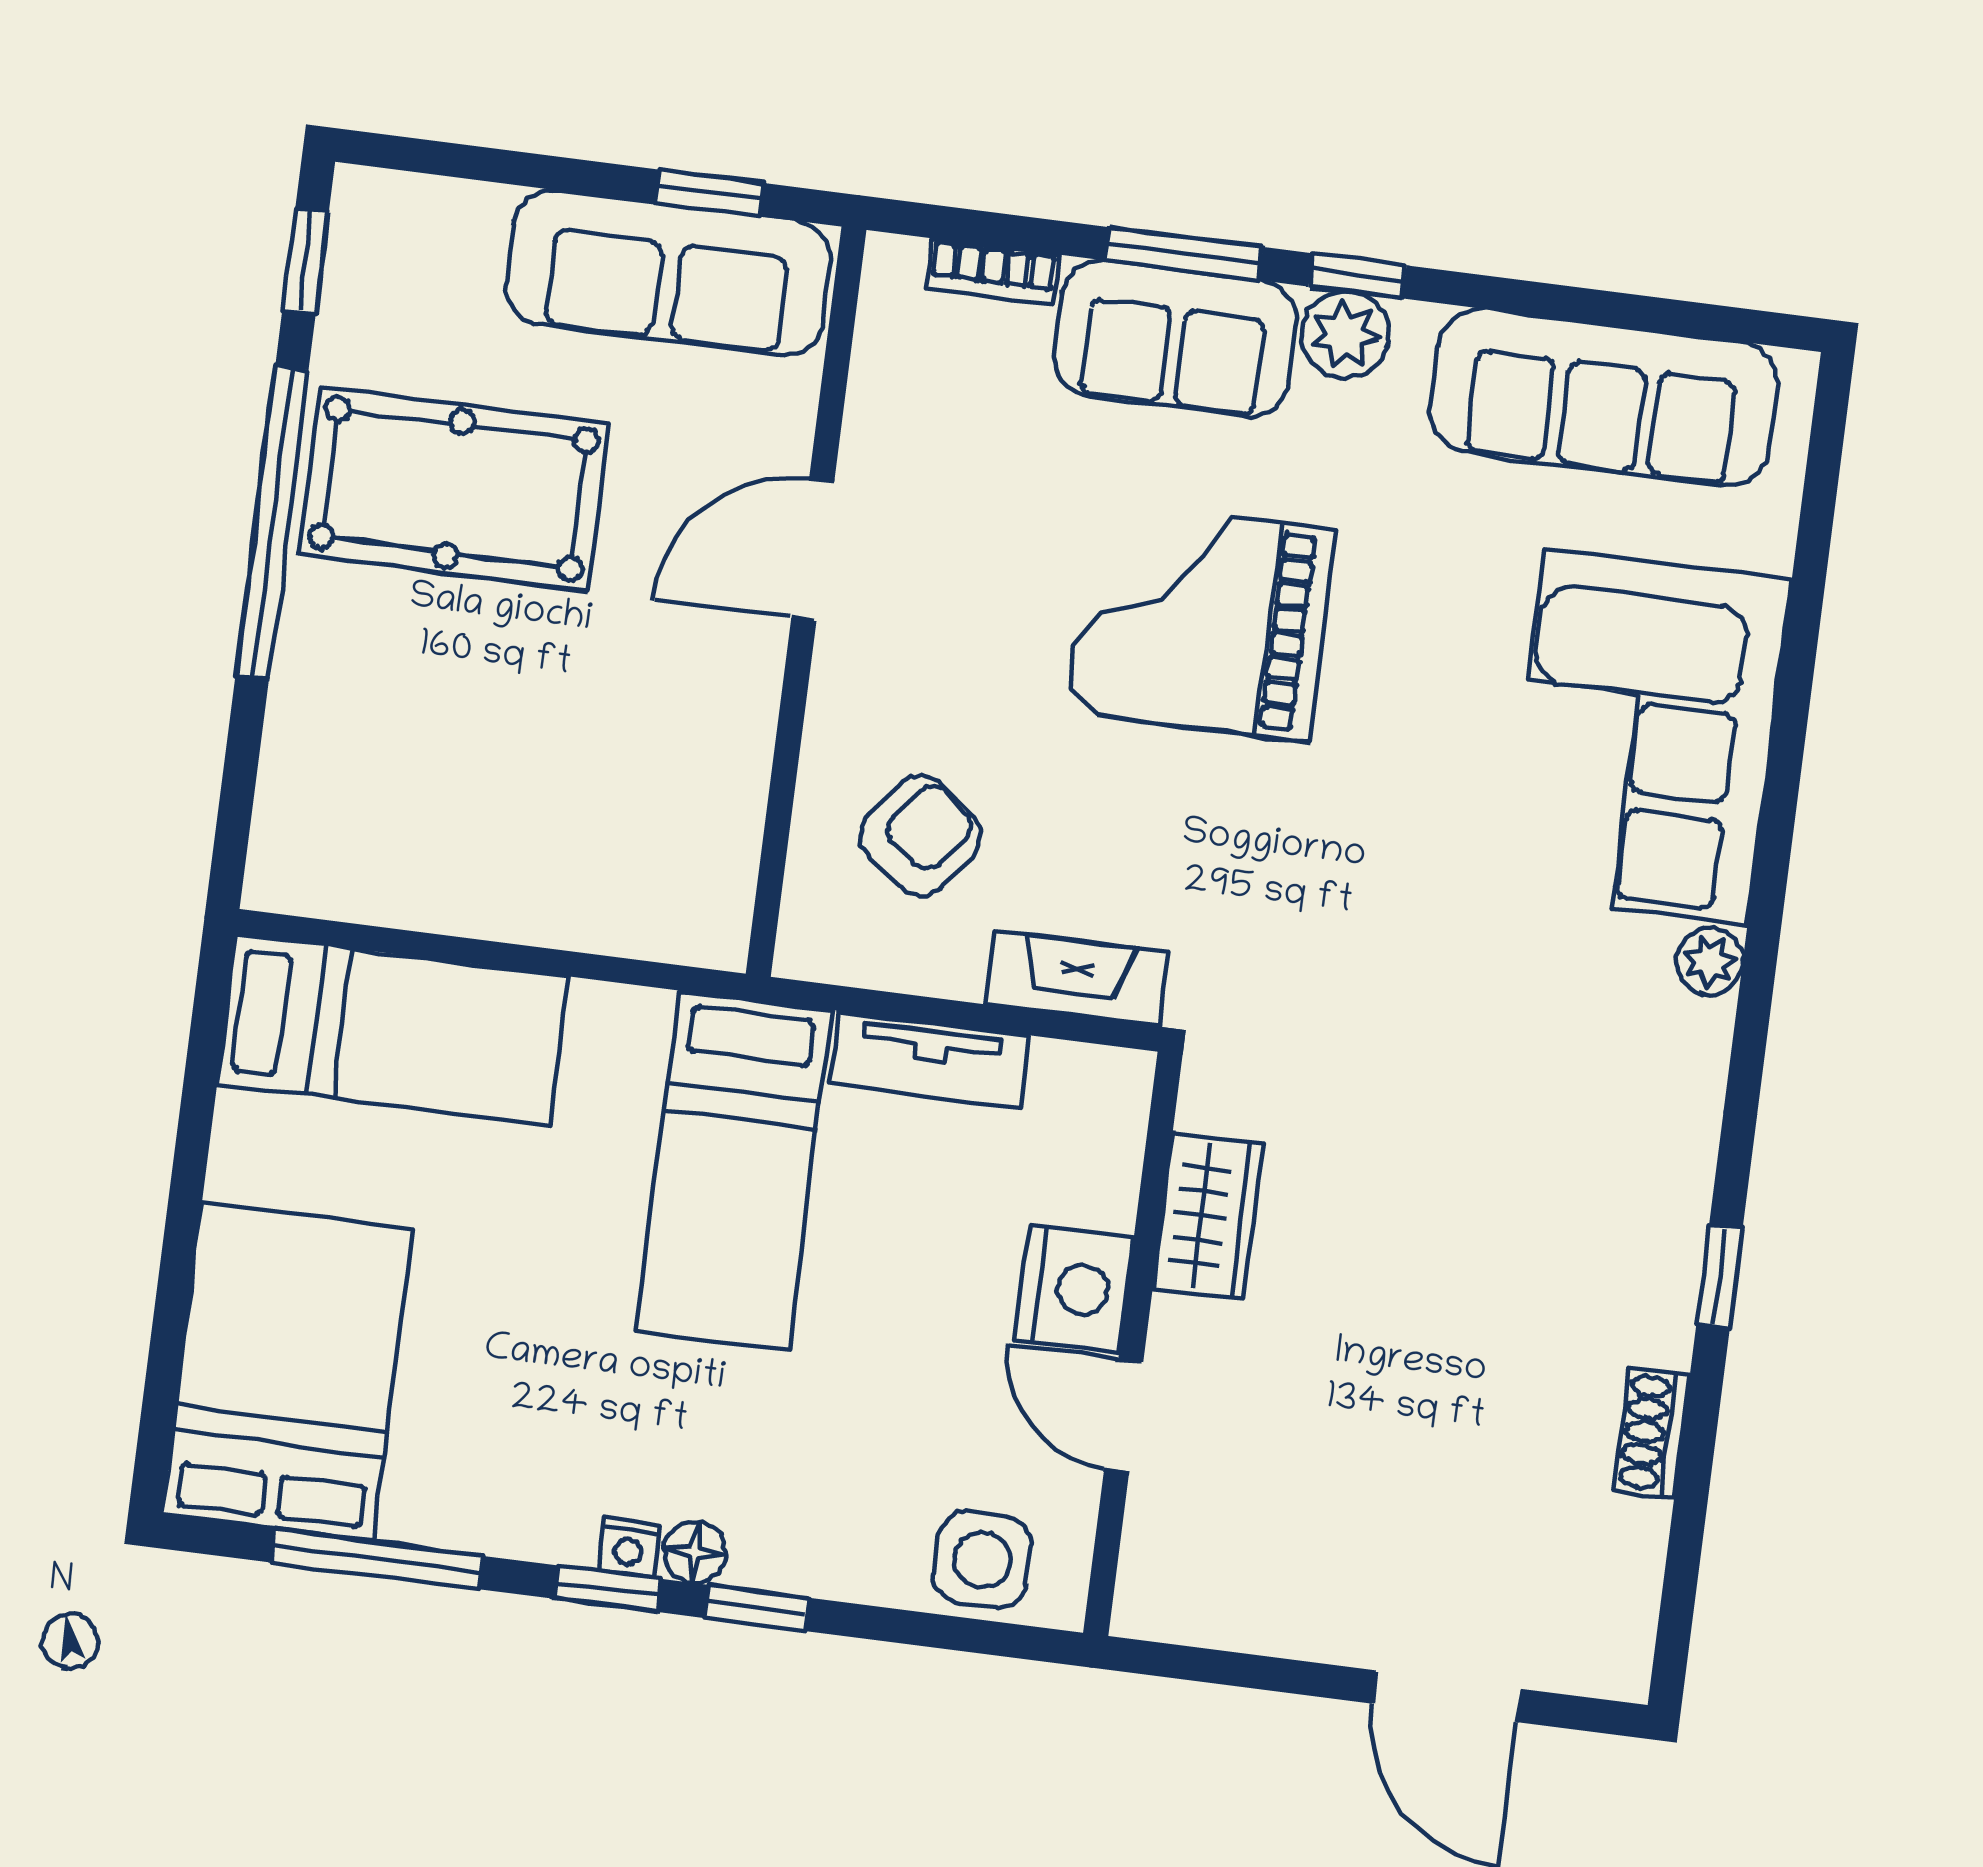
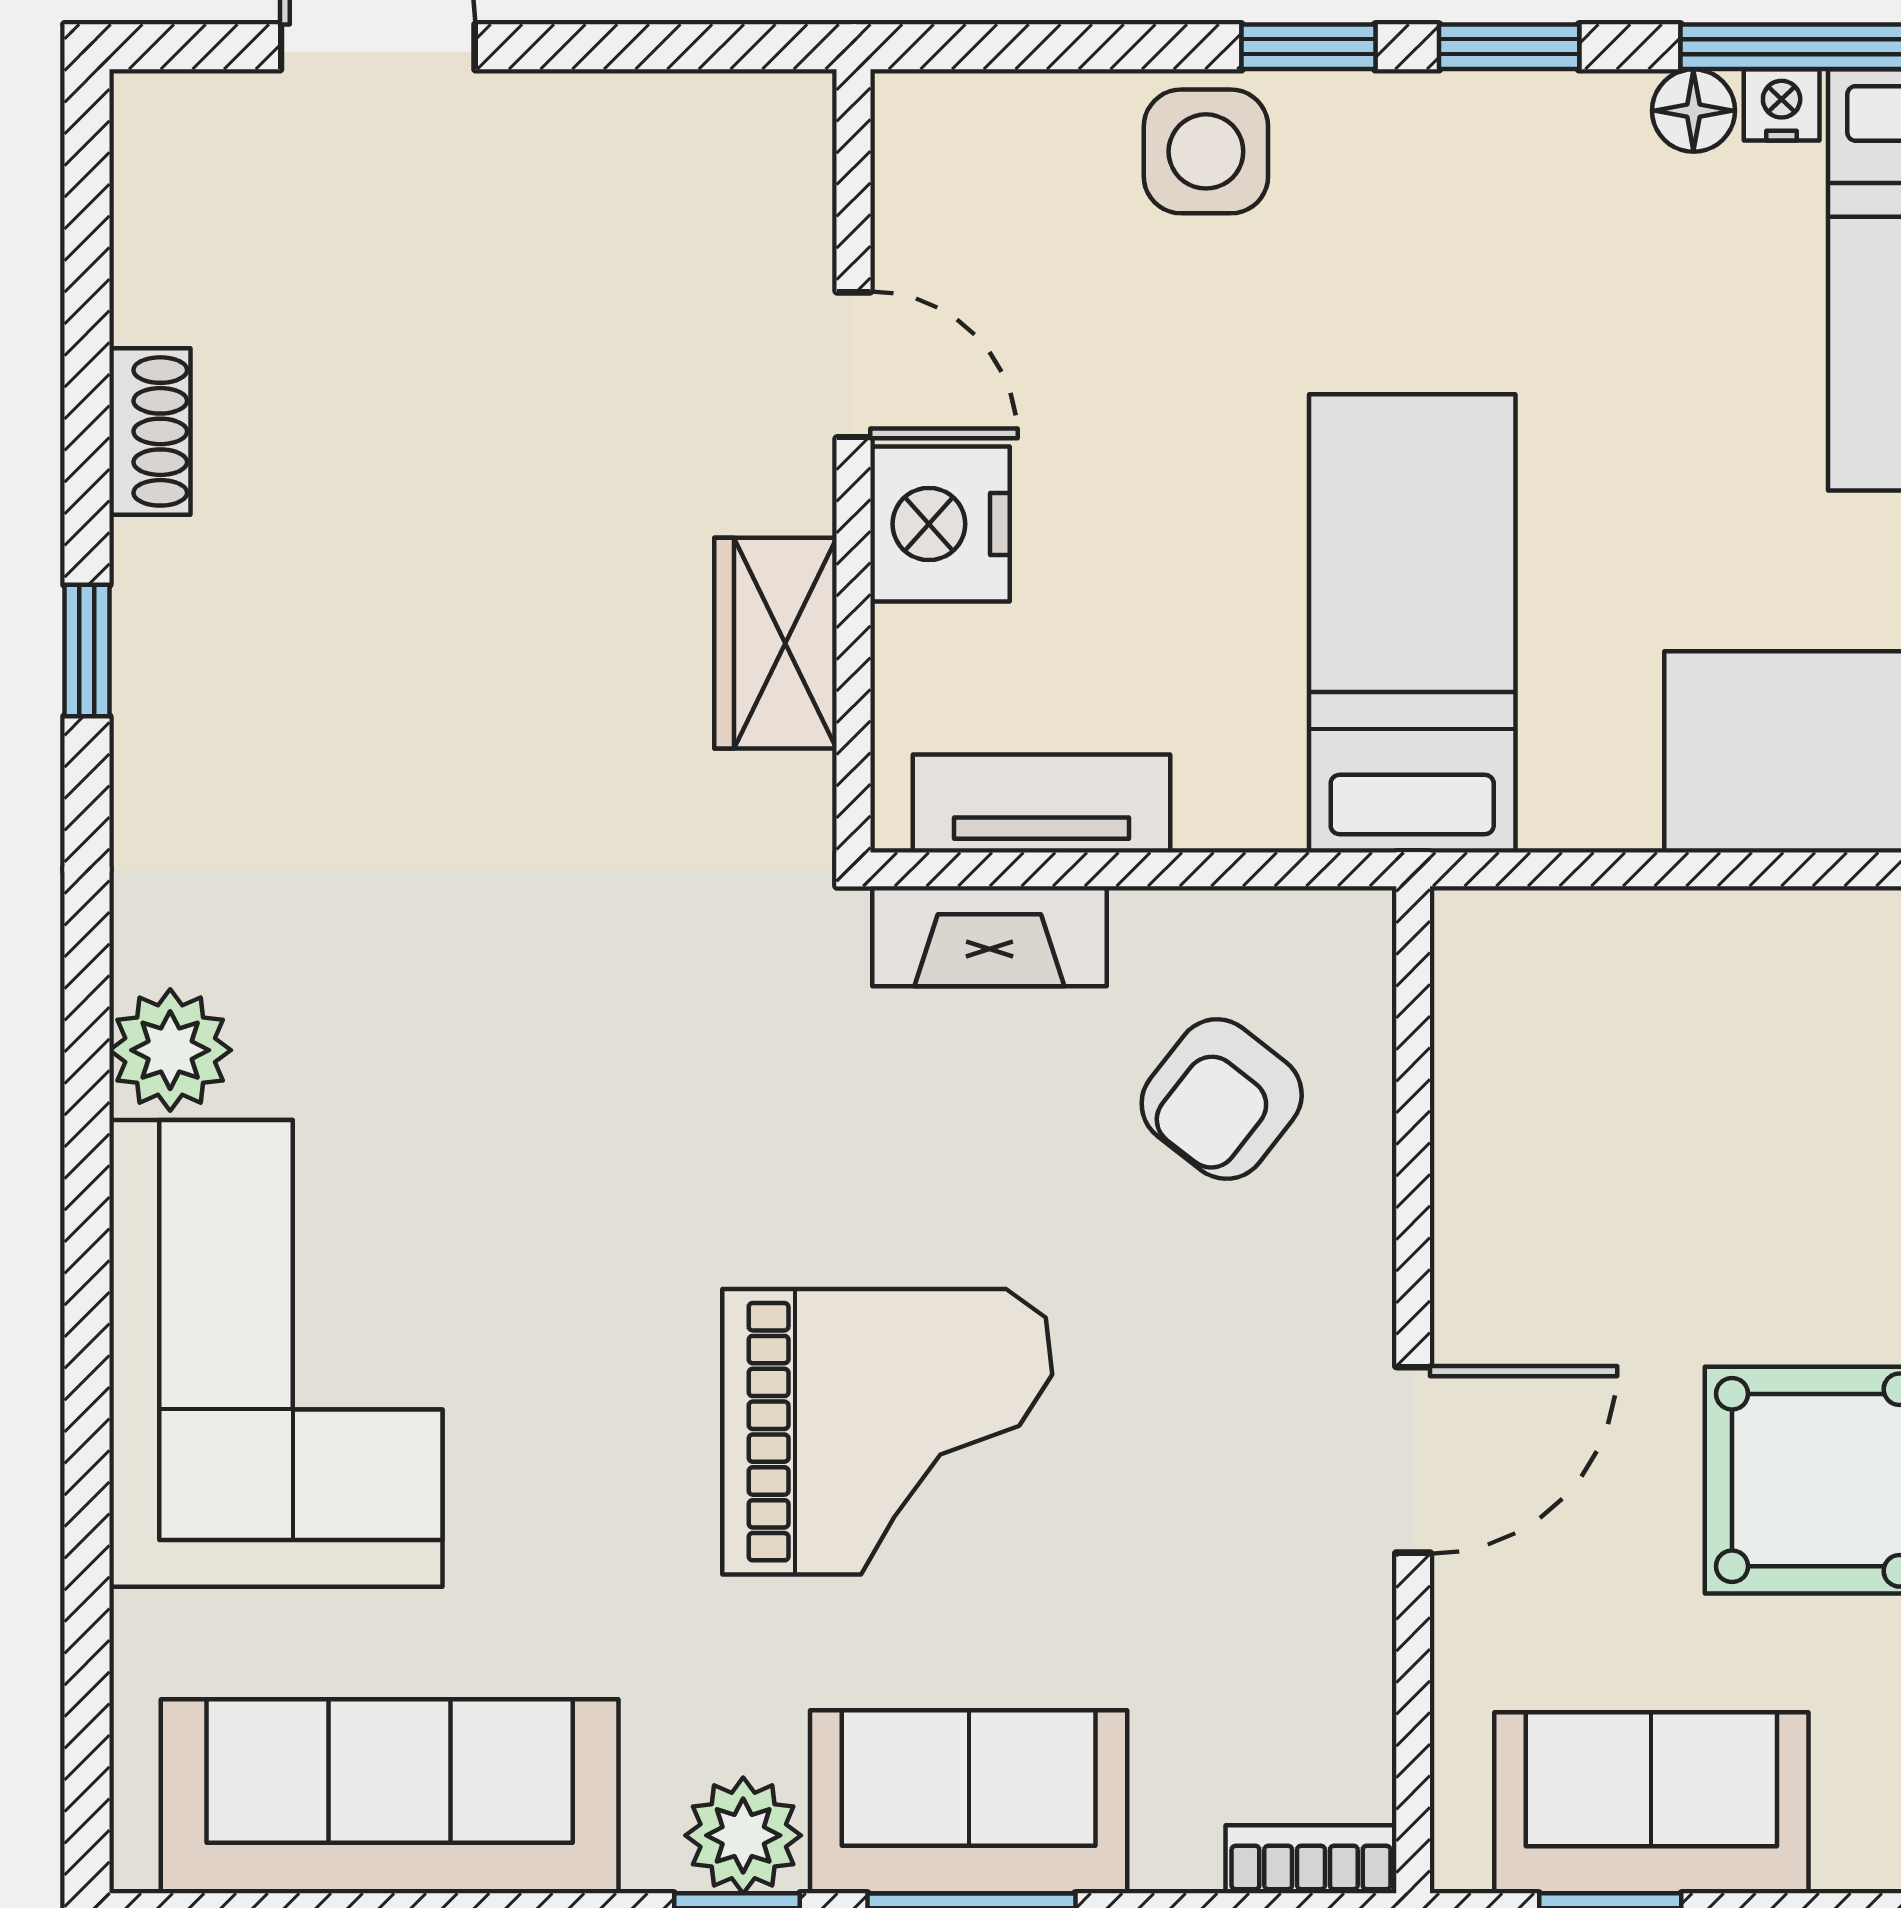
bookcase: (993, 272) -> (1311, 1859), moved
sofa: (669, 273) -> (1651, 1803), width x0.73
plant: (1710, 961) -> (170, 1050), width x1.38, depth x1.38
tv unit: (930, 1060) -> (1042, 804), moved
nightstand: (629, 1548) -> (1782, 105), moved
floor lamp: (695, 1552) -> (1693, 111), moved
side table: (983, 1560) -> (1206, 151), moved

